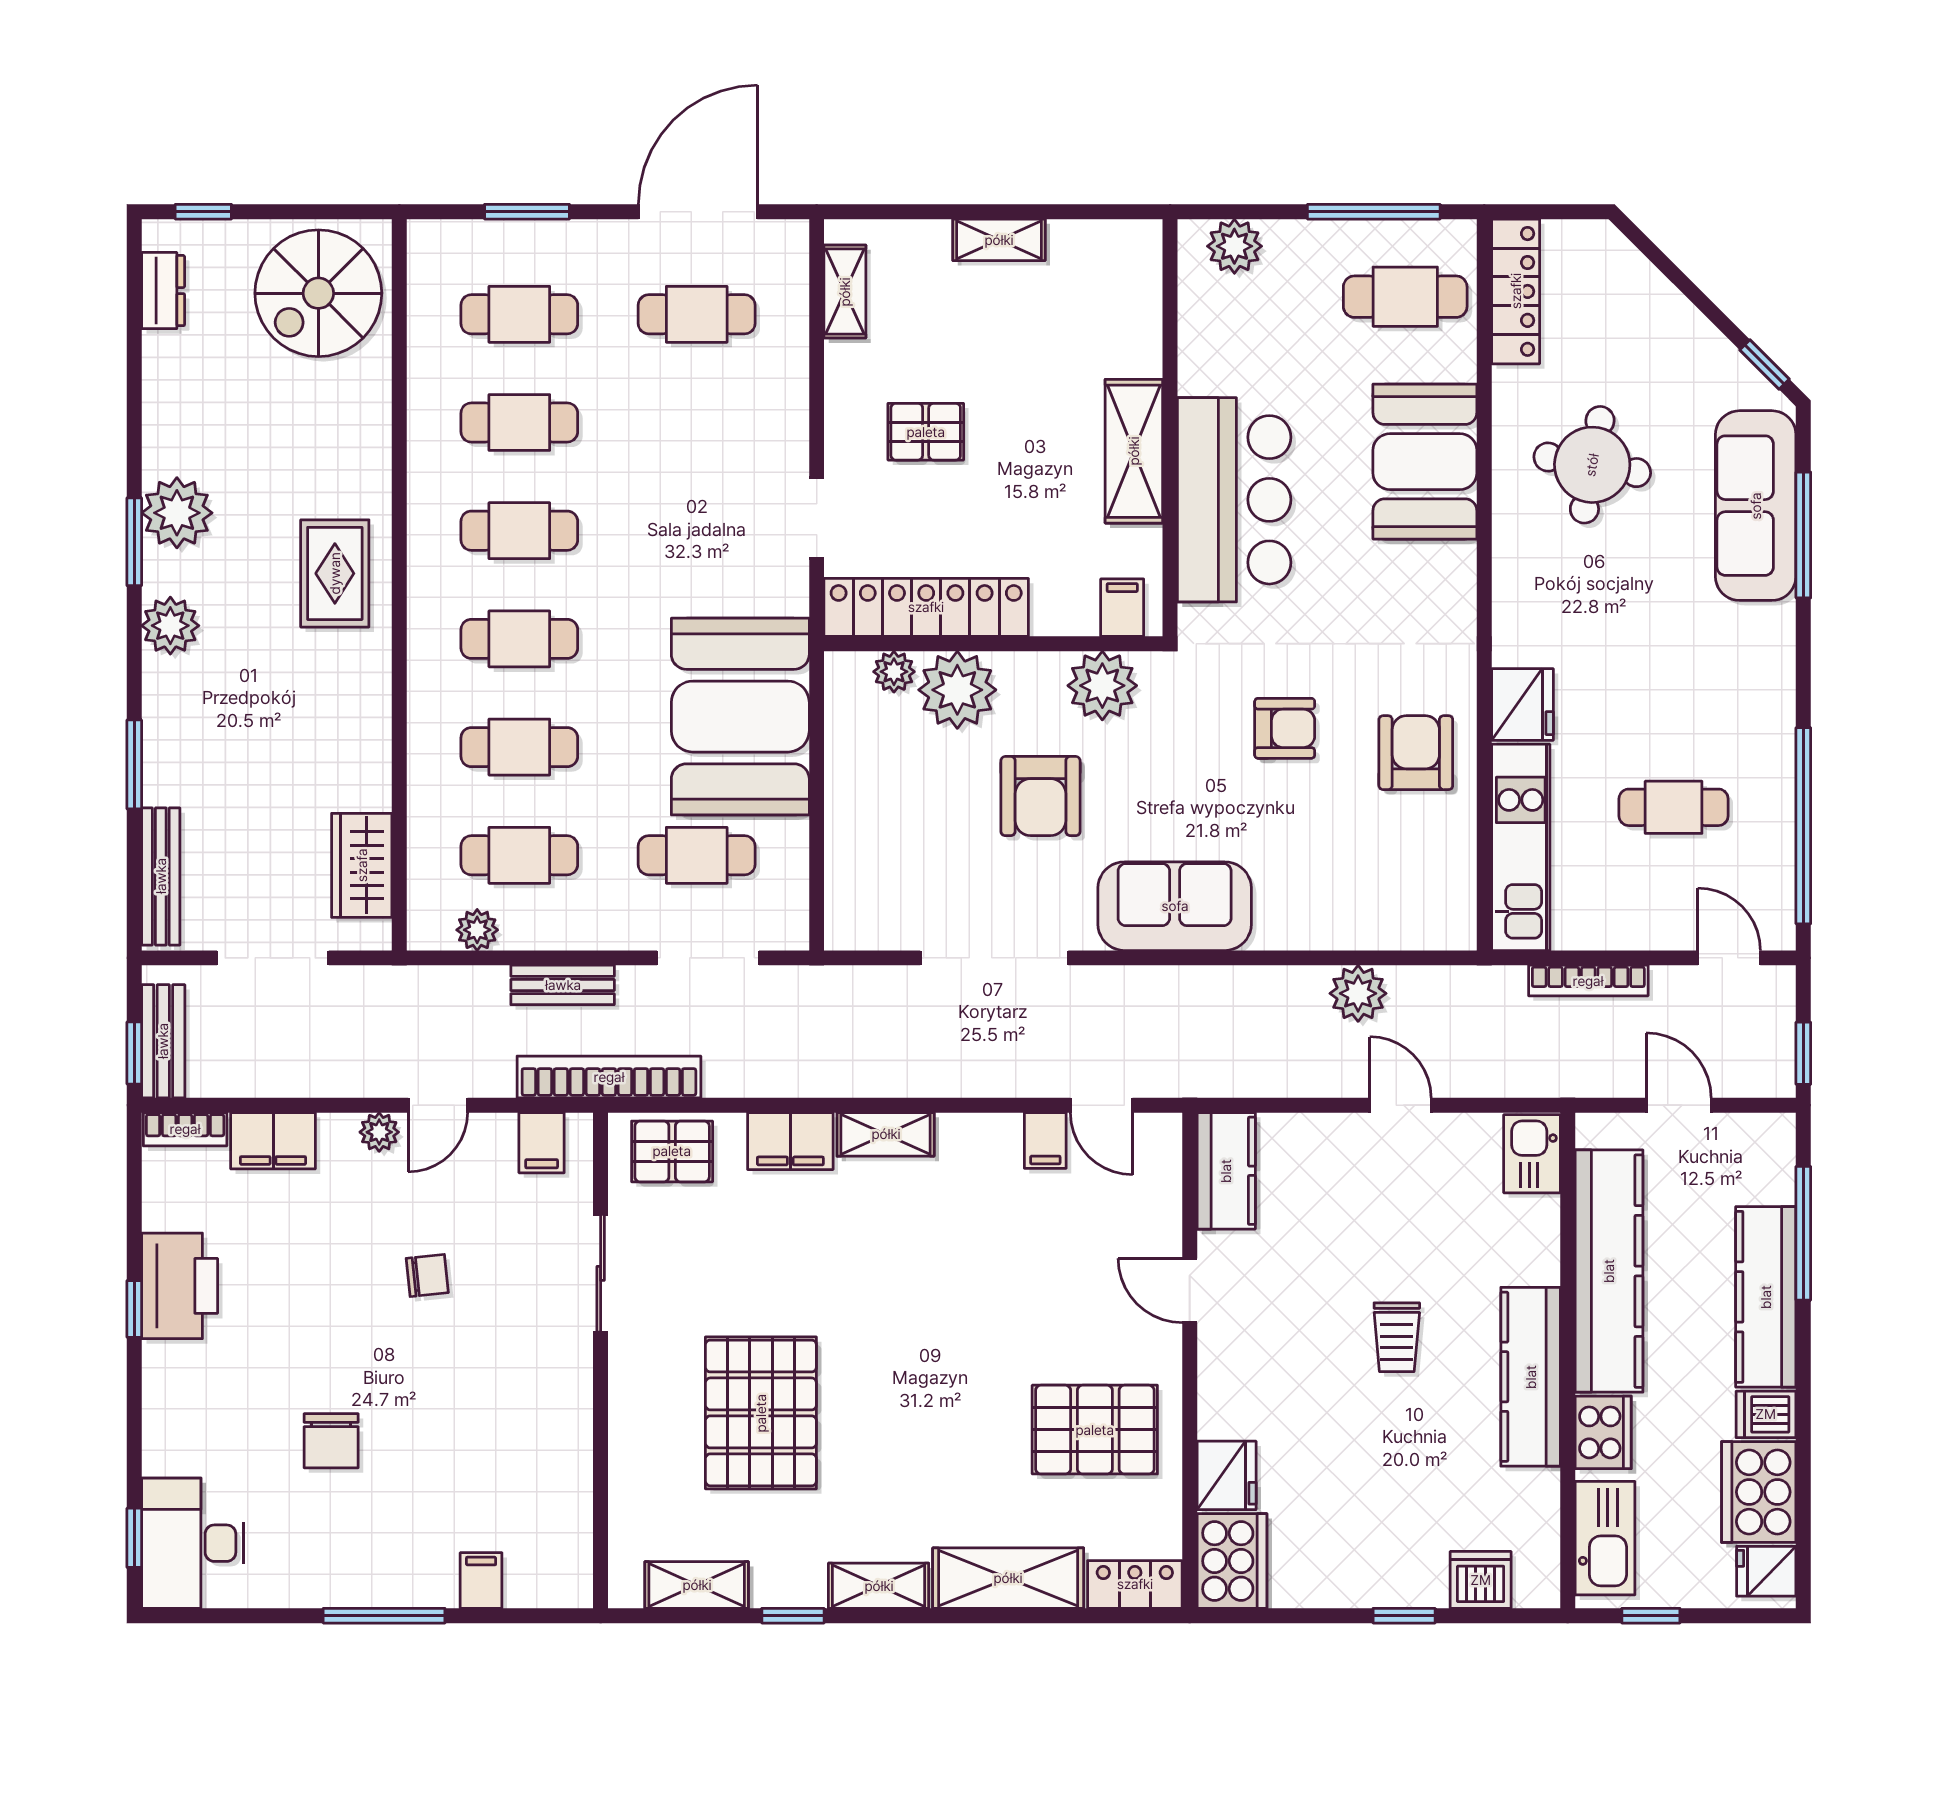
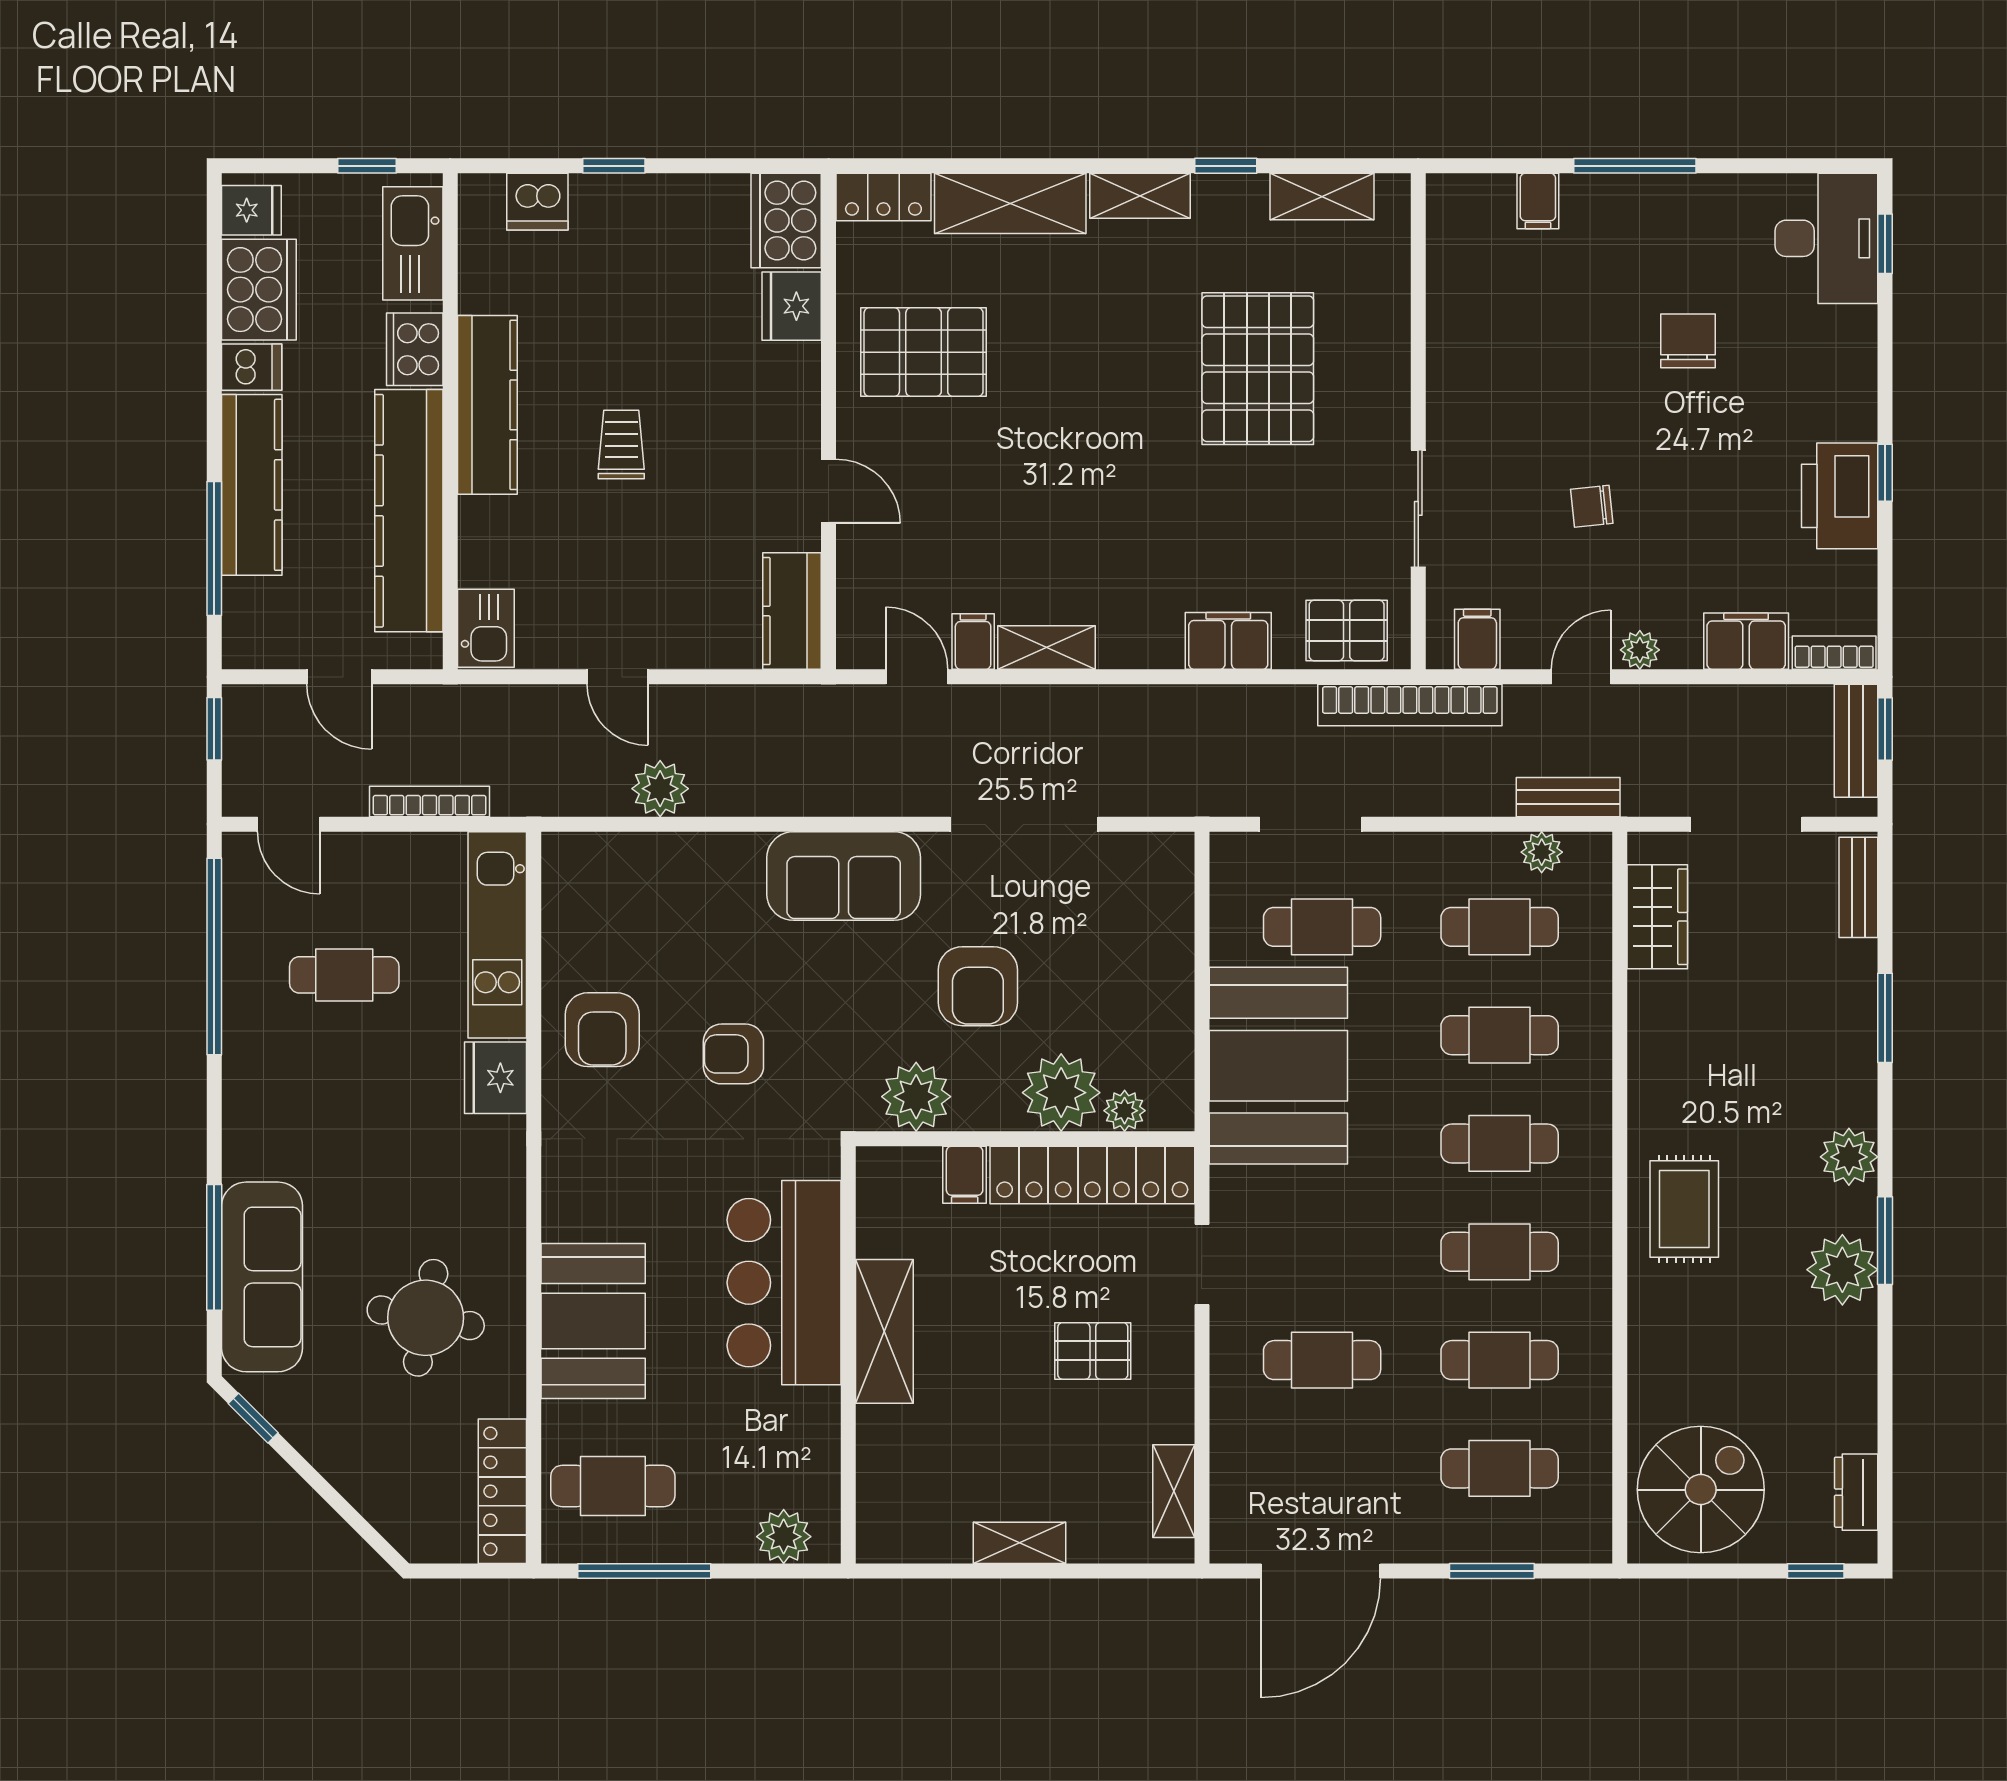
cafe table: (697, 314) -> (1322, 1360), moved
filing cabinet: (1122, 608) -> (965, 1175), moved
armchair: (1041, 796) -> (978, 986), turned 180
bench: (161, 876) -> (1858, 887), width x0.73
bench: (563, 985) -> (1568, 797), moved
shelving: (886, 1134) -> (1047, 648), moved

